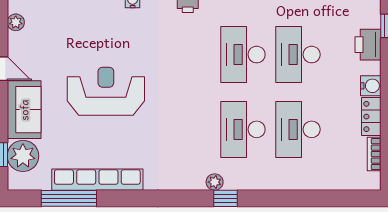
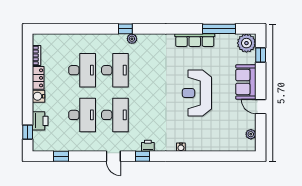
reception desk: (106, 91) -> (197, 93), turned 90
plant: (23, 156) -> (246, 43), moved
row of seats: (97, 180) -> (195, 40), width x0.73

